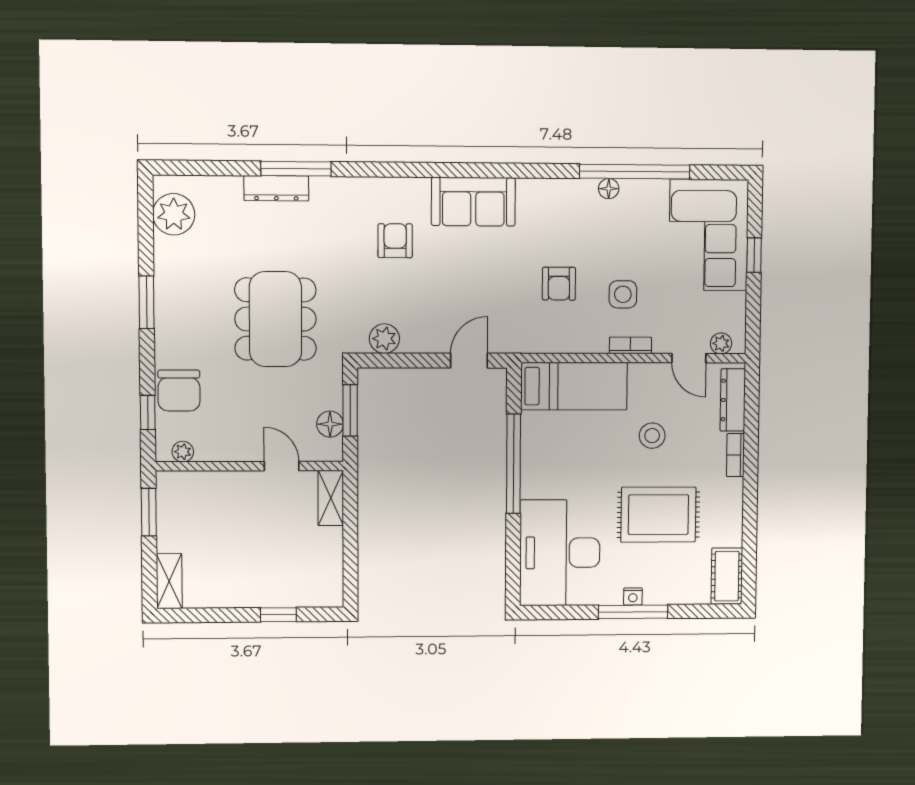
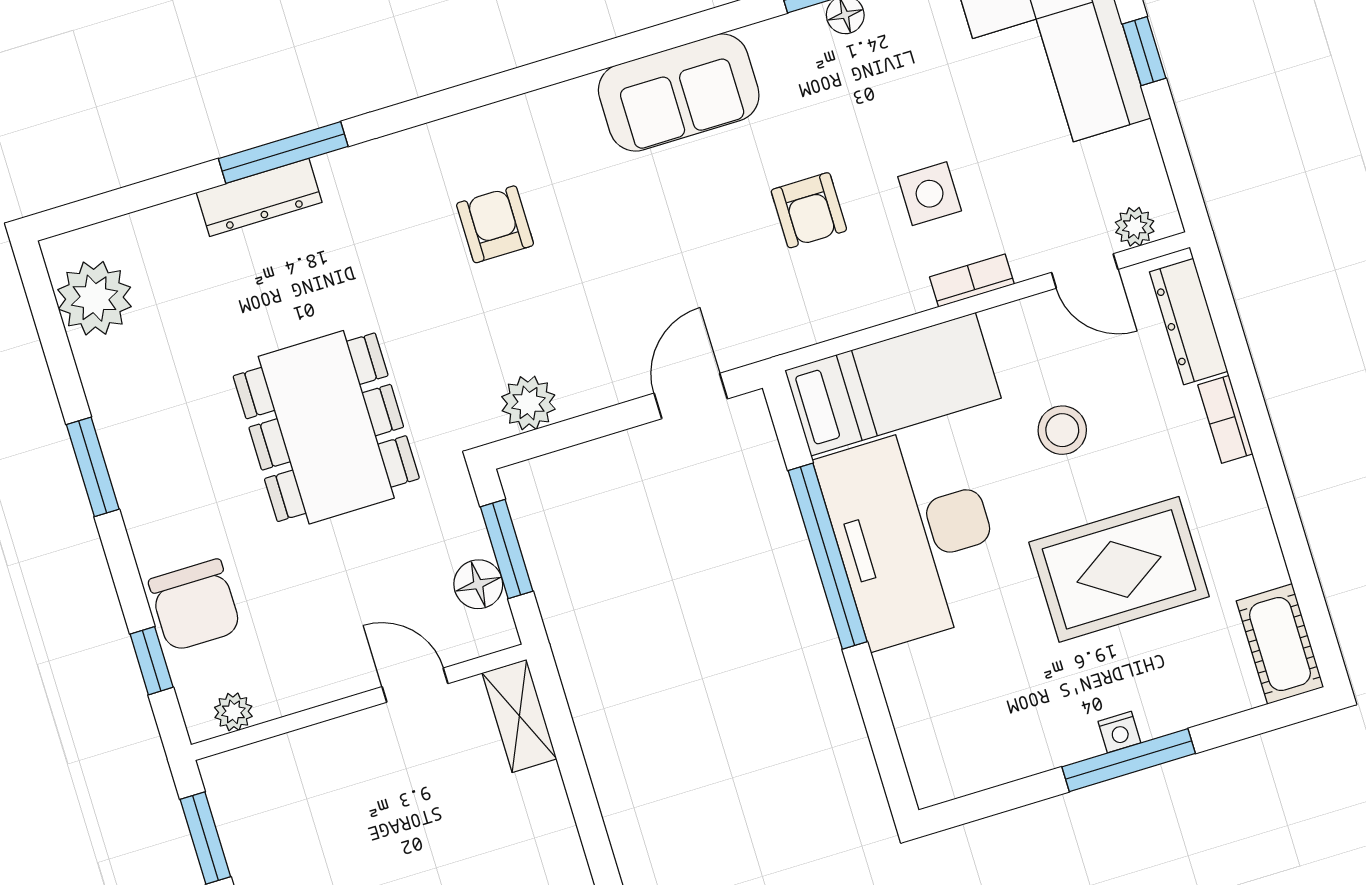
sofa: (473, 202) -> (679, 93), moved
desk: (560, 553) -> (913, 535), moved

